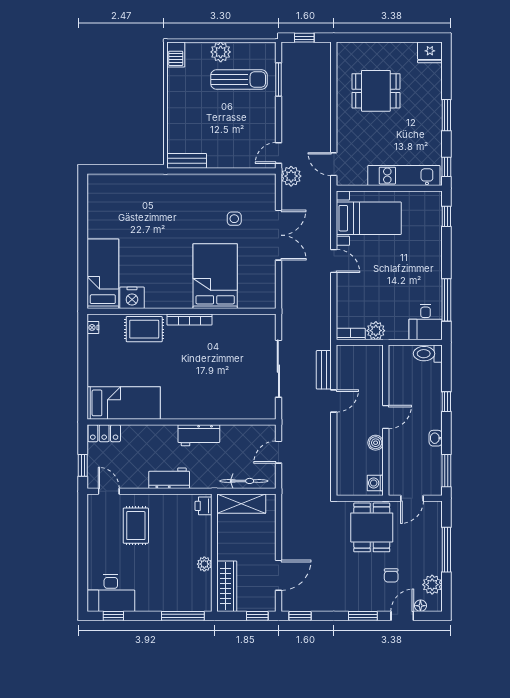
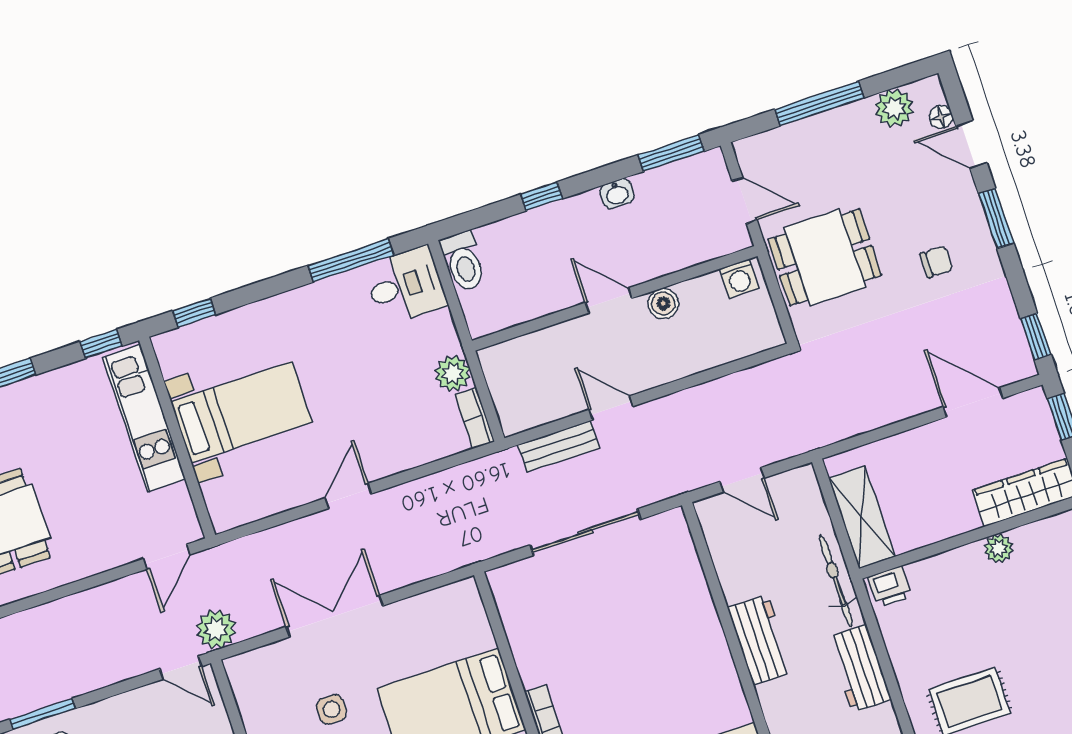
bed with nightstands: (369, 218) -> (242, 412), moved, turned 90
bicycle: (244, 481) -> (836, 581), moved
chair: (391, 575) -> (936, 262), moved

